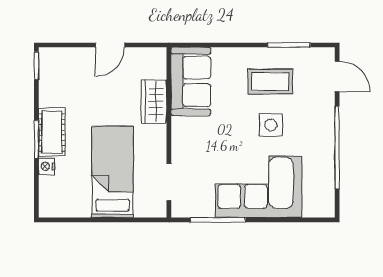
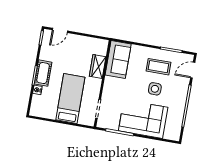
door: (110, 45) -> (60, 30), moved
door: (337, 77) -> (193, 70), swing flipped

